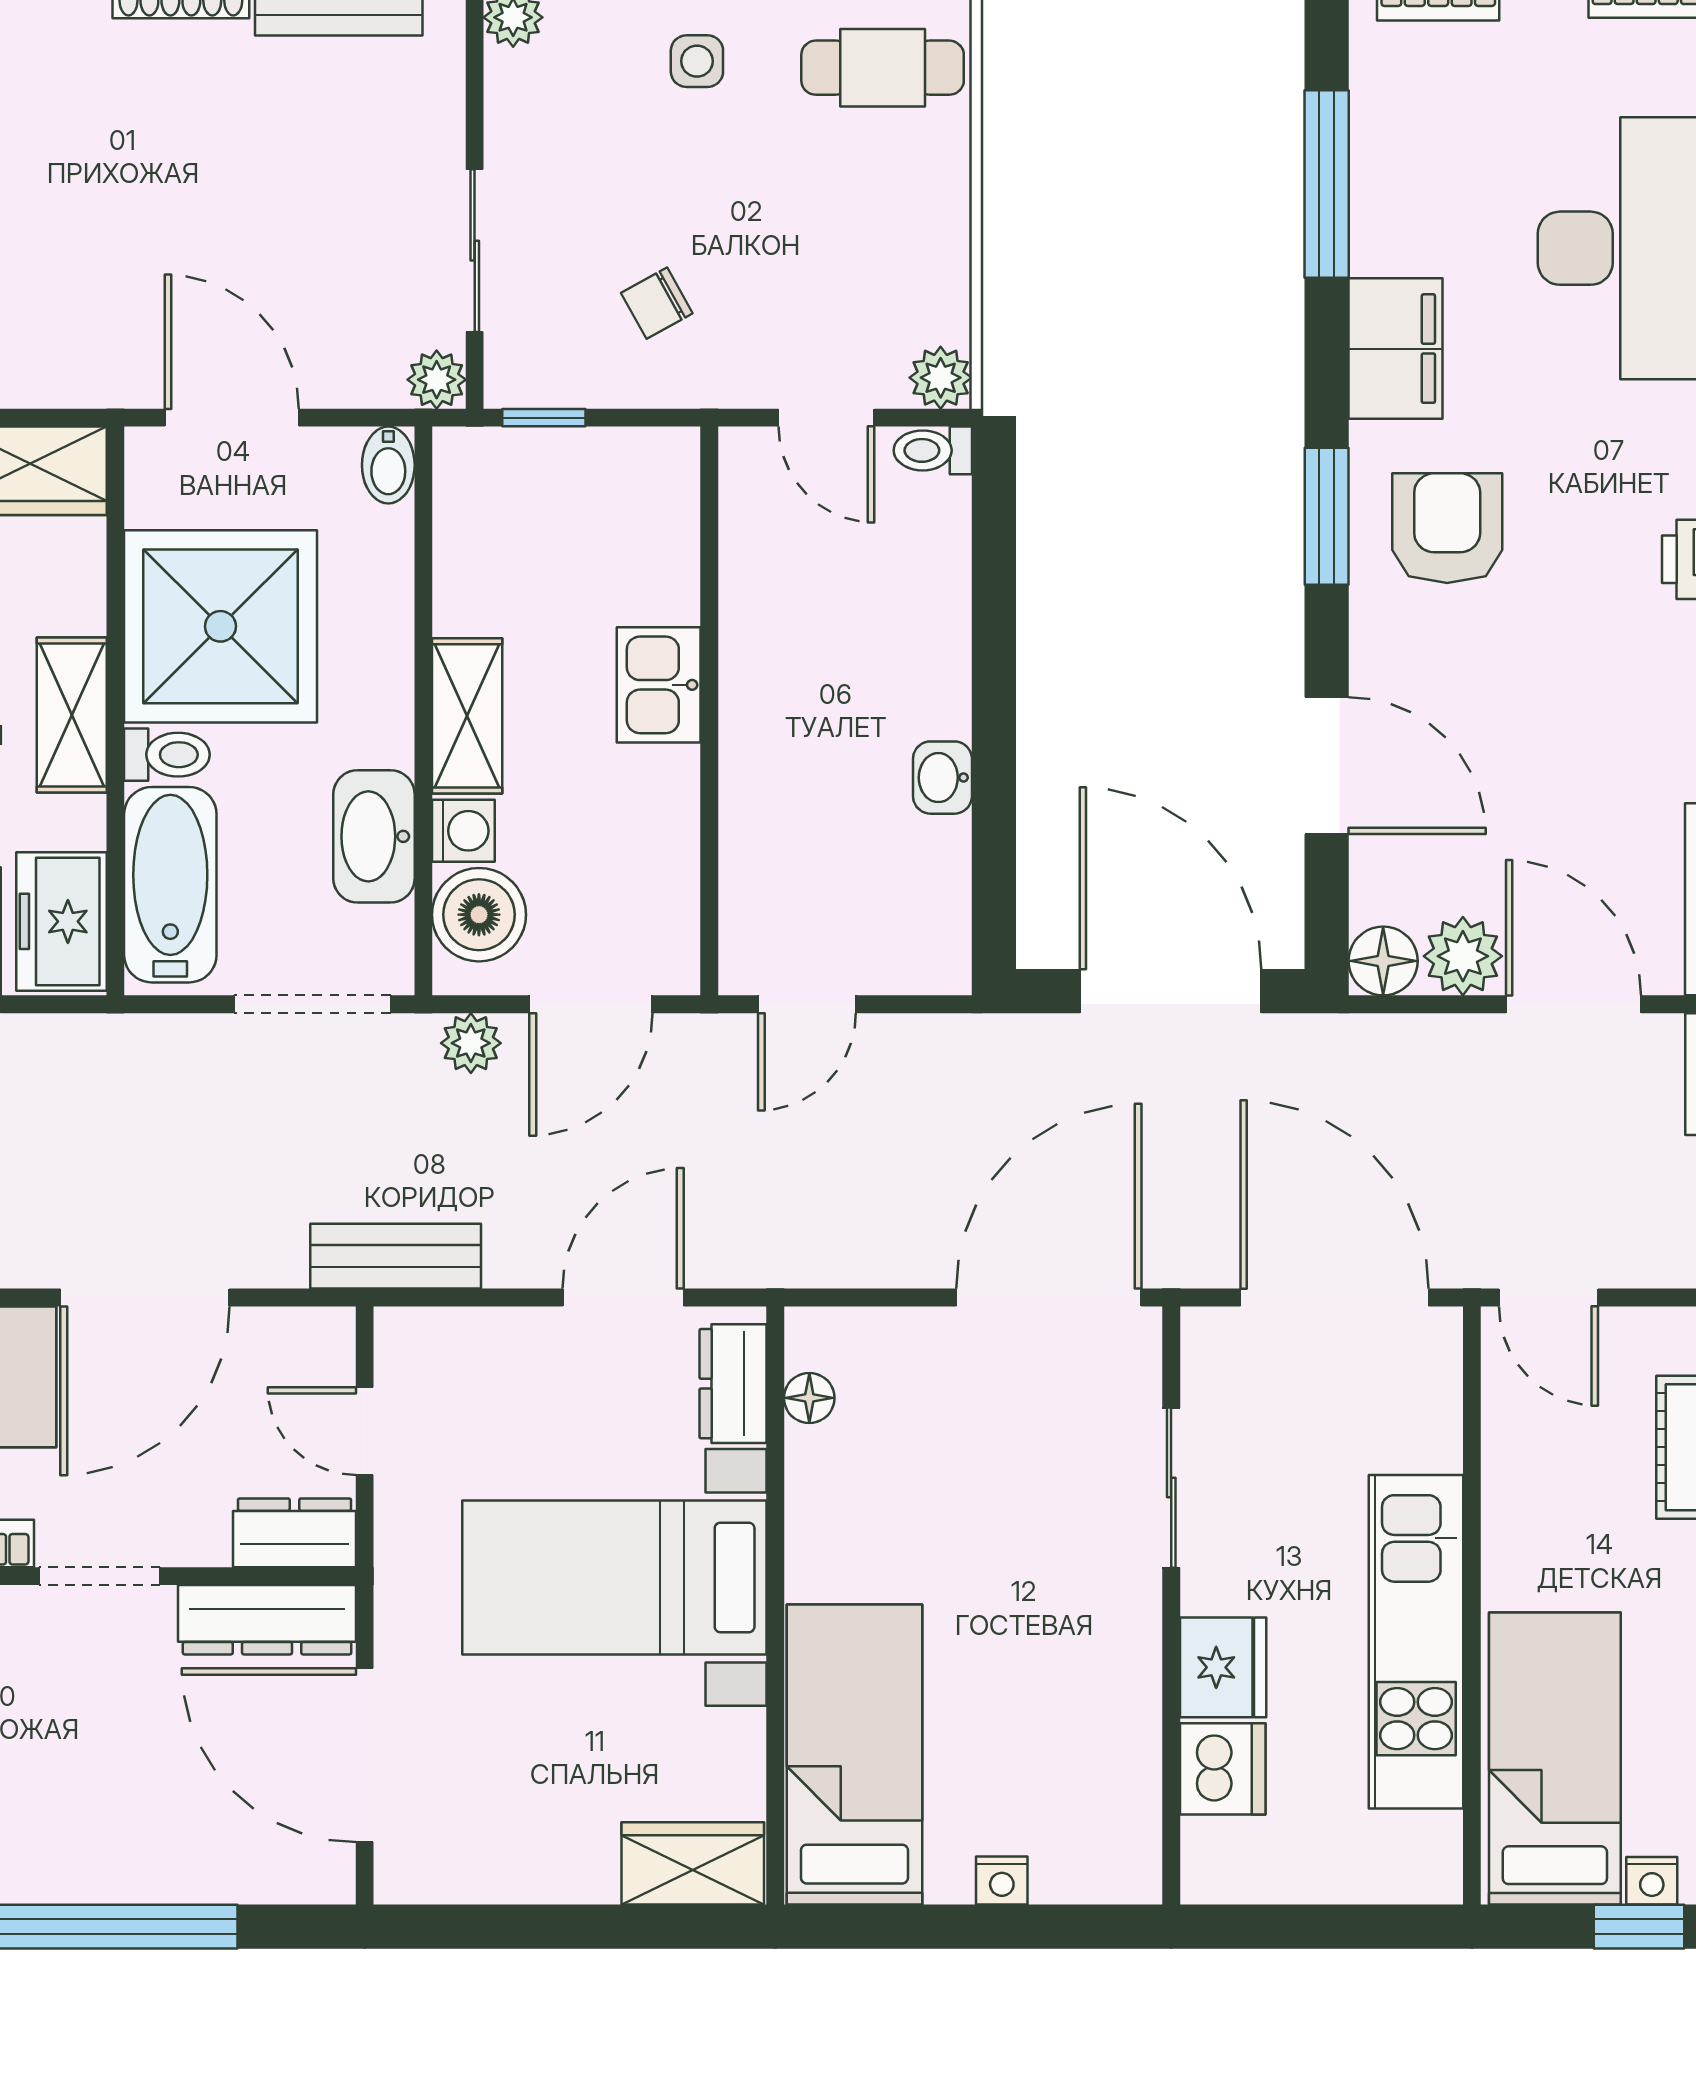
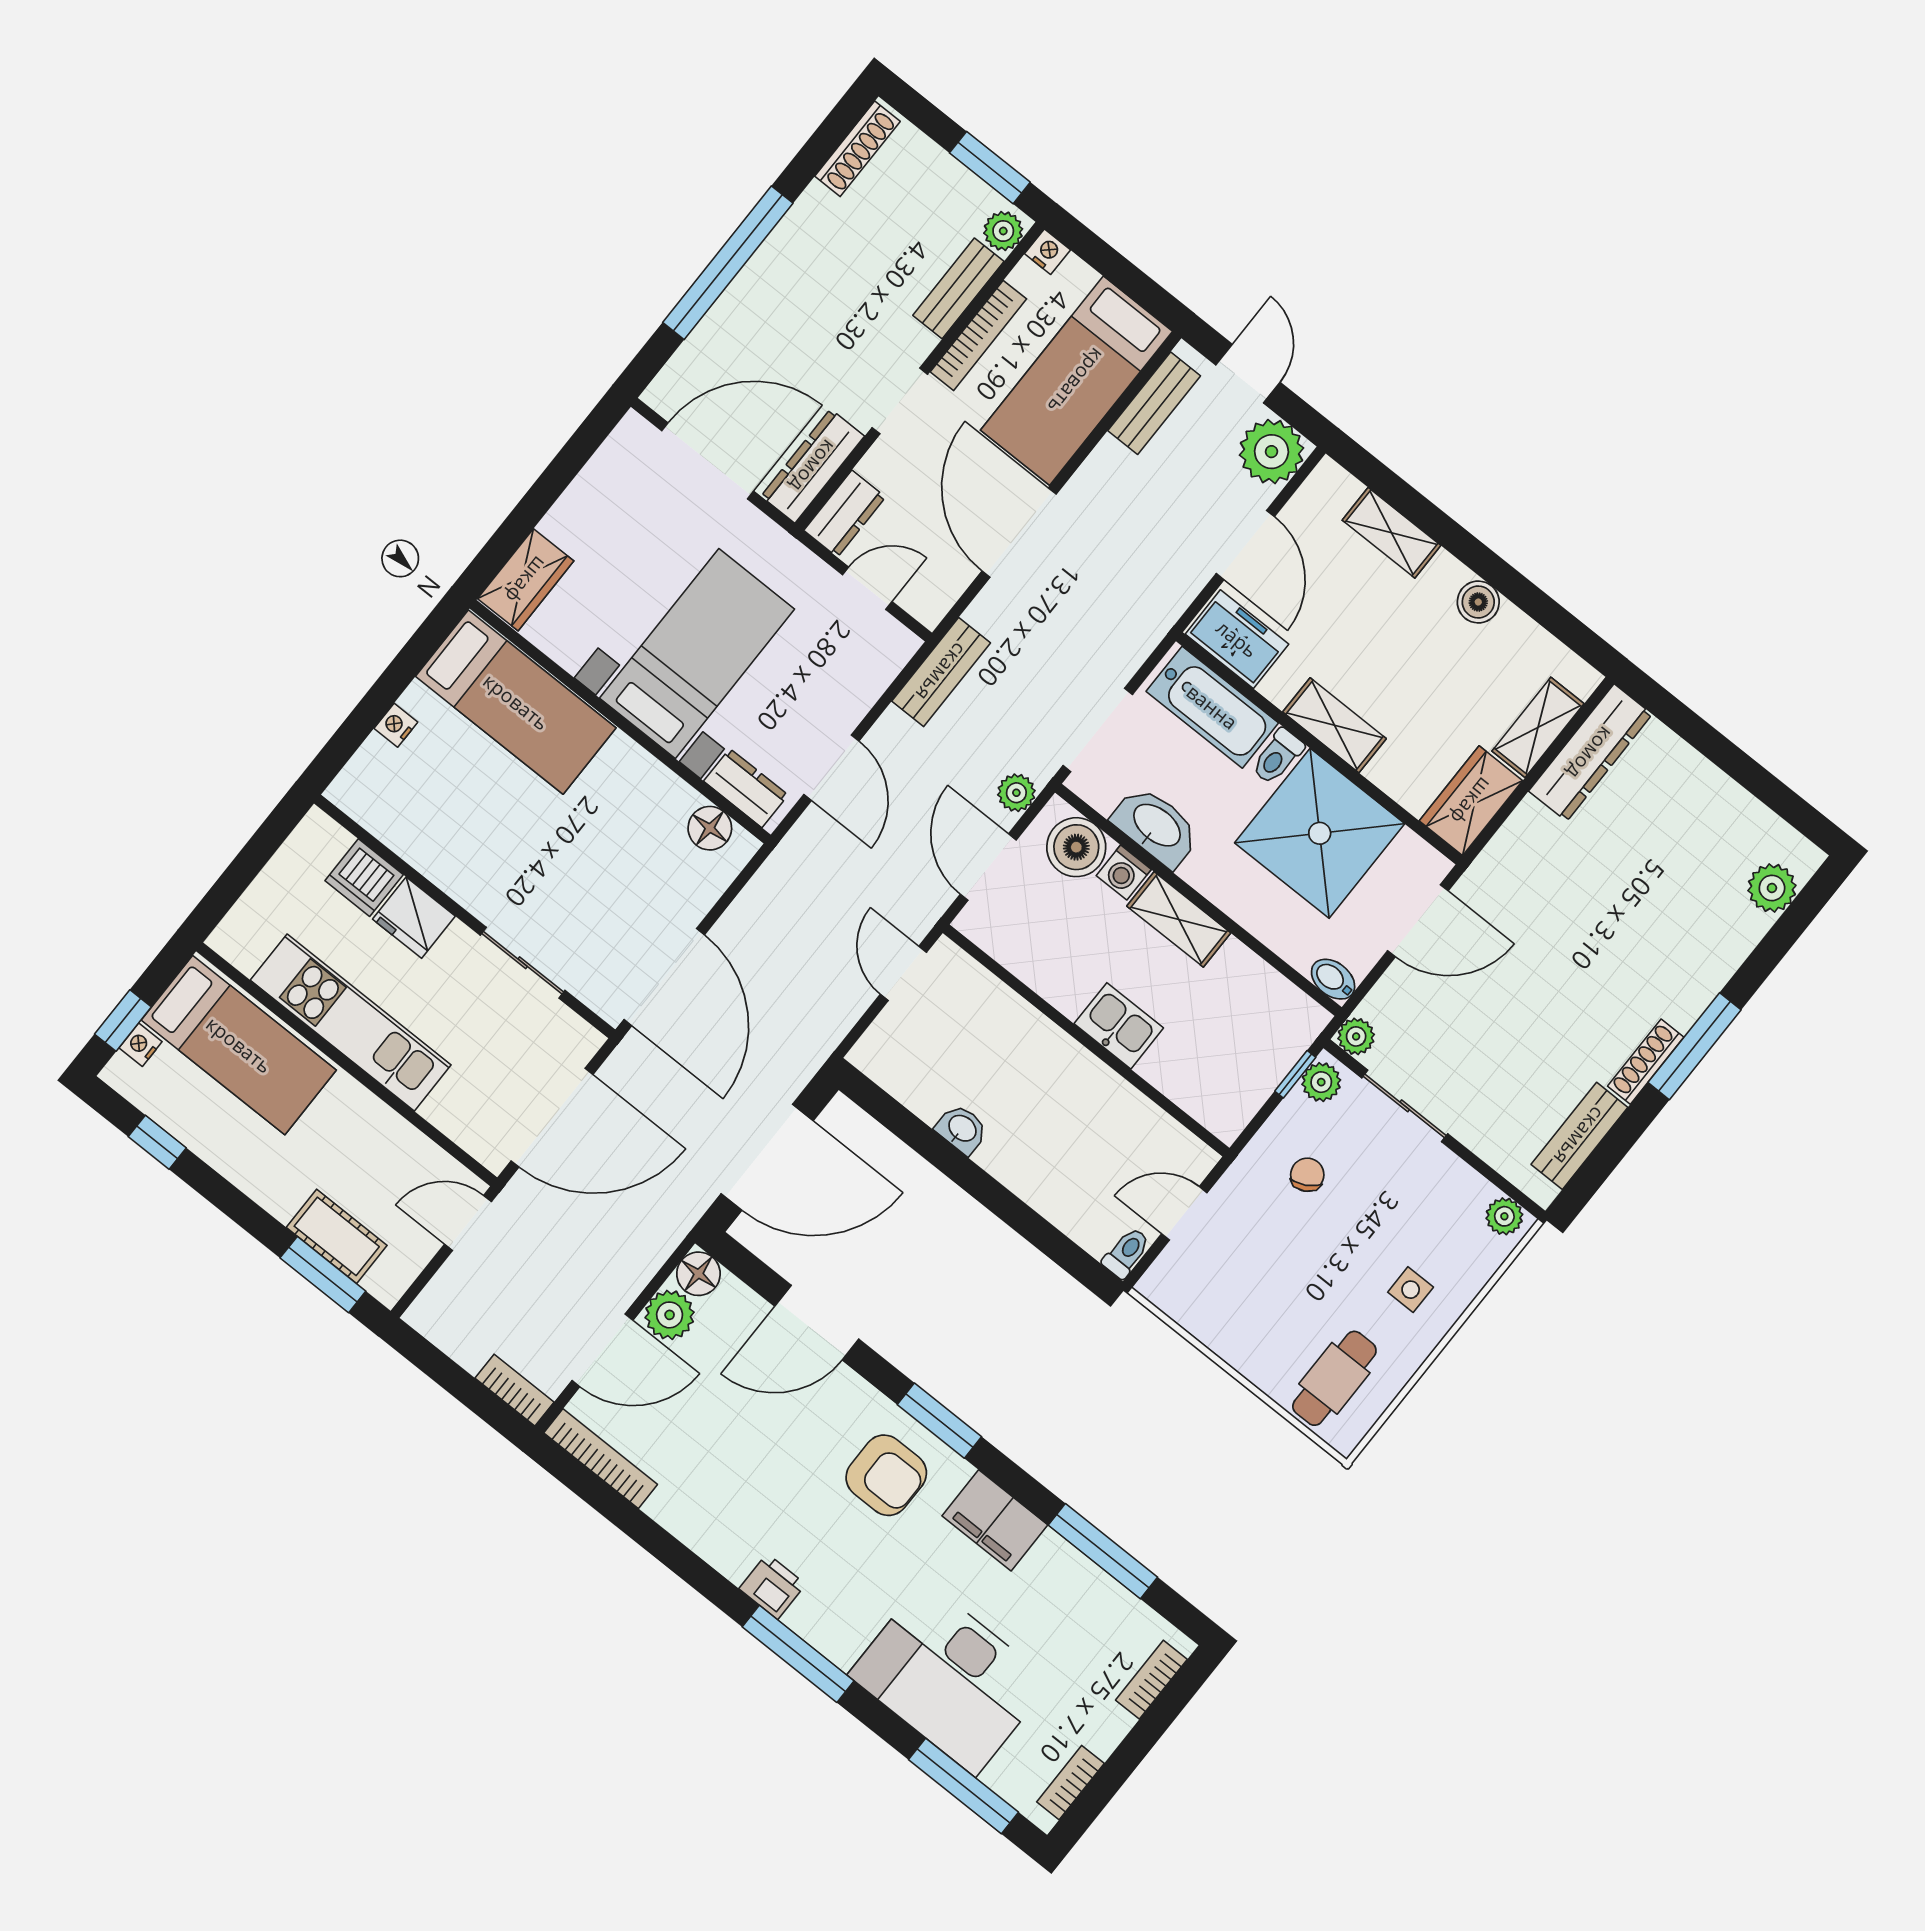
plant: (941, 378) -> (1321, 1082), moved
floor lamp: (809, 1398) -> (710, 828), width x1.37, depth x1.37

